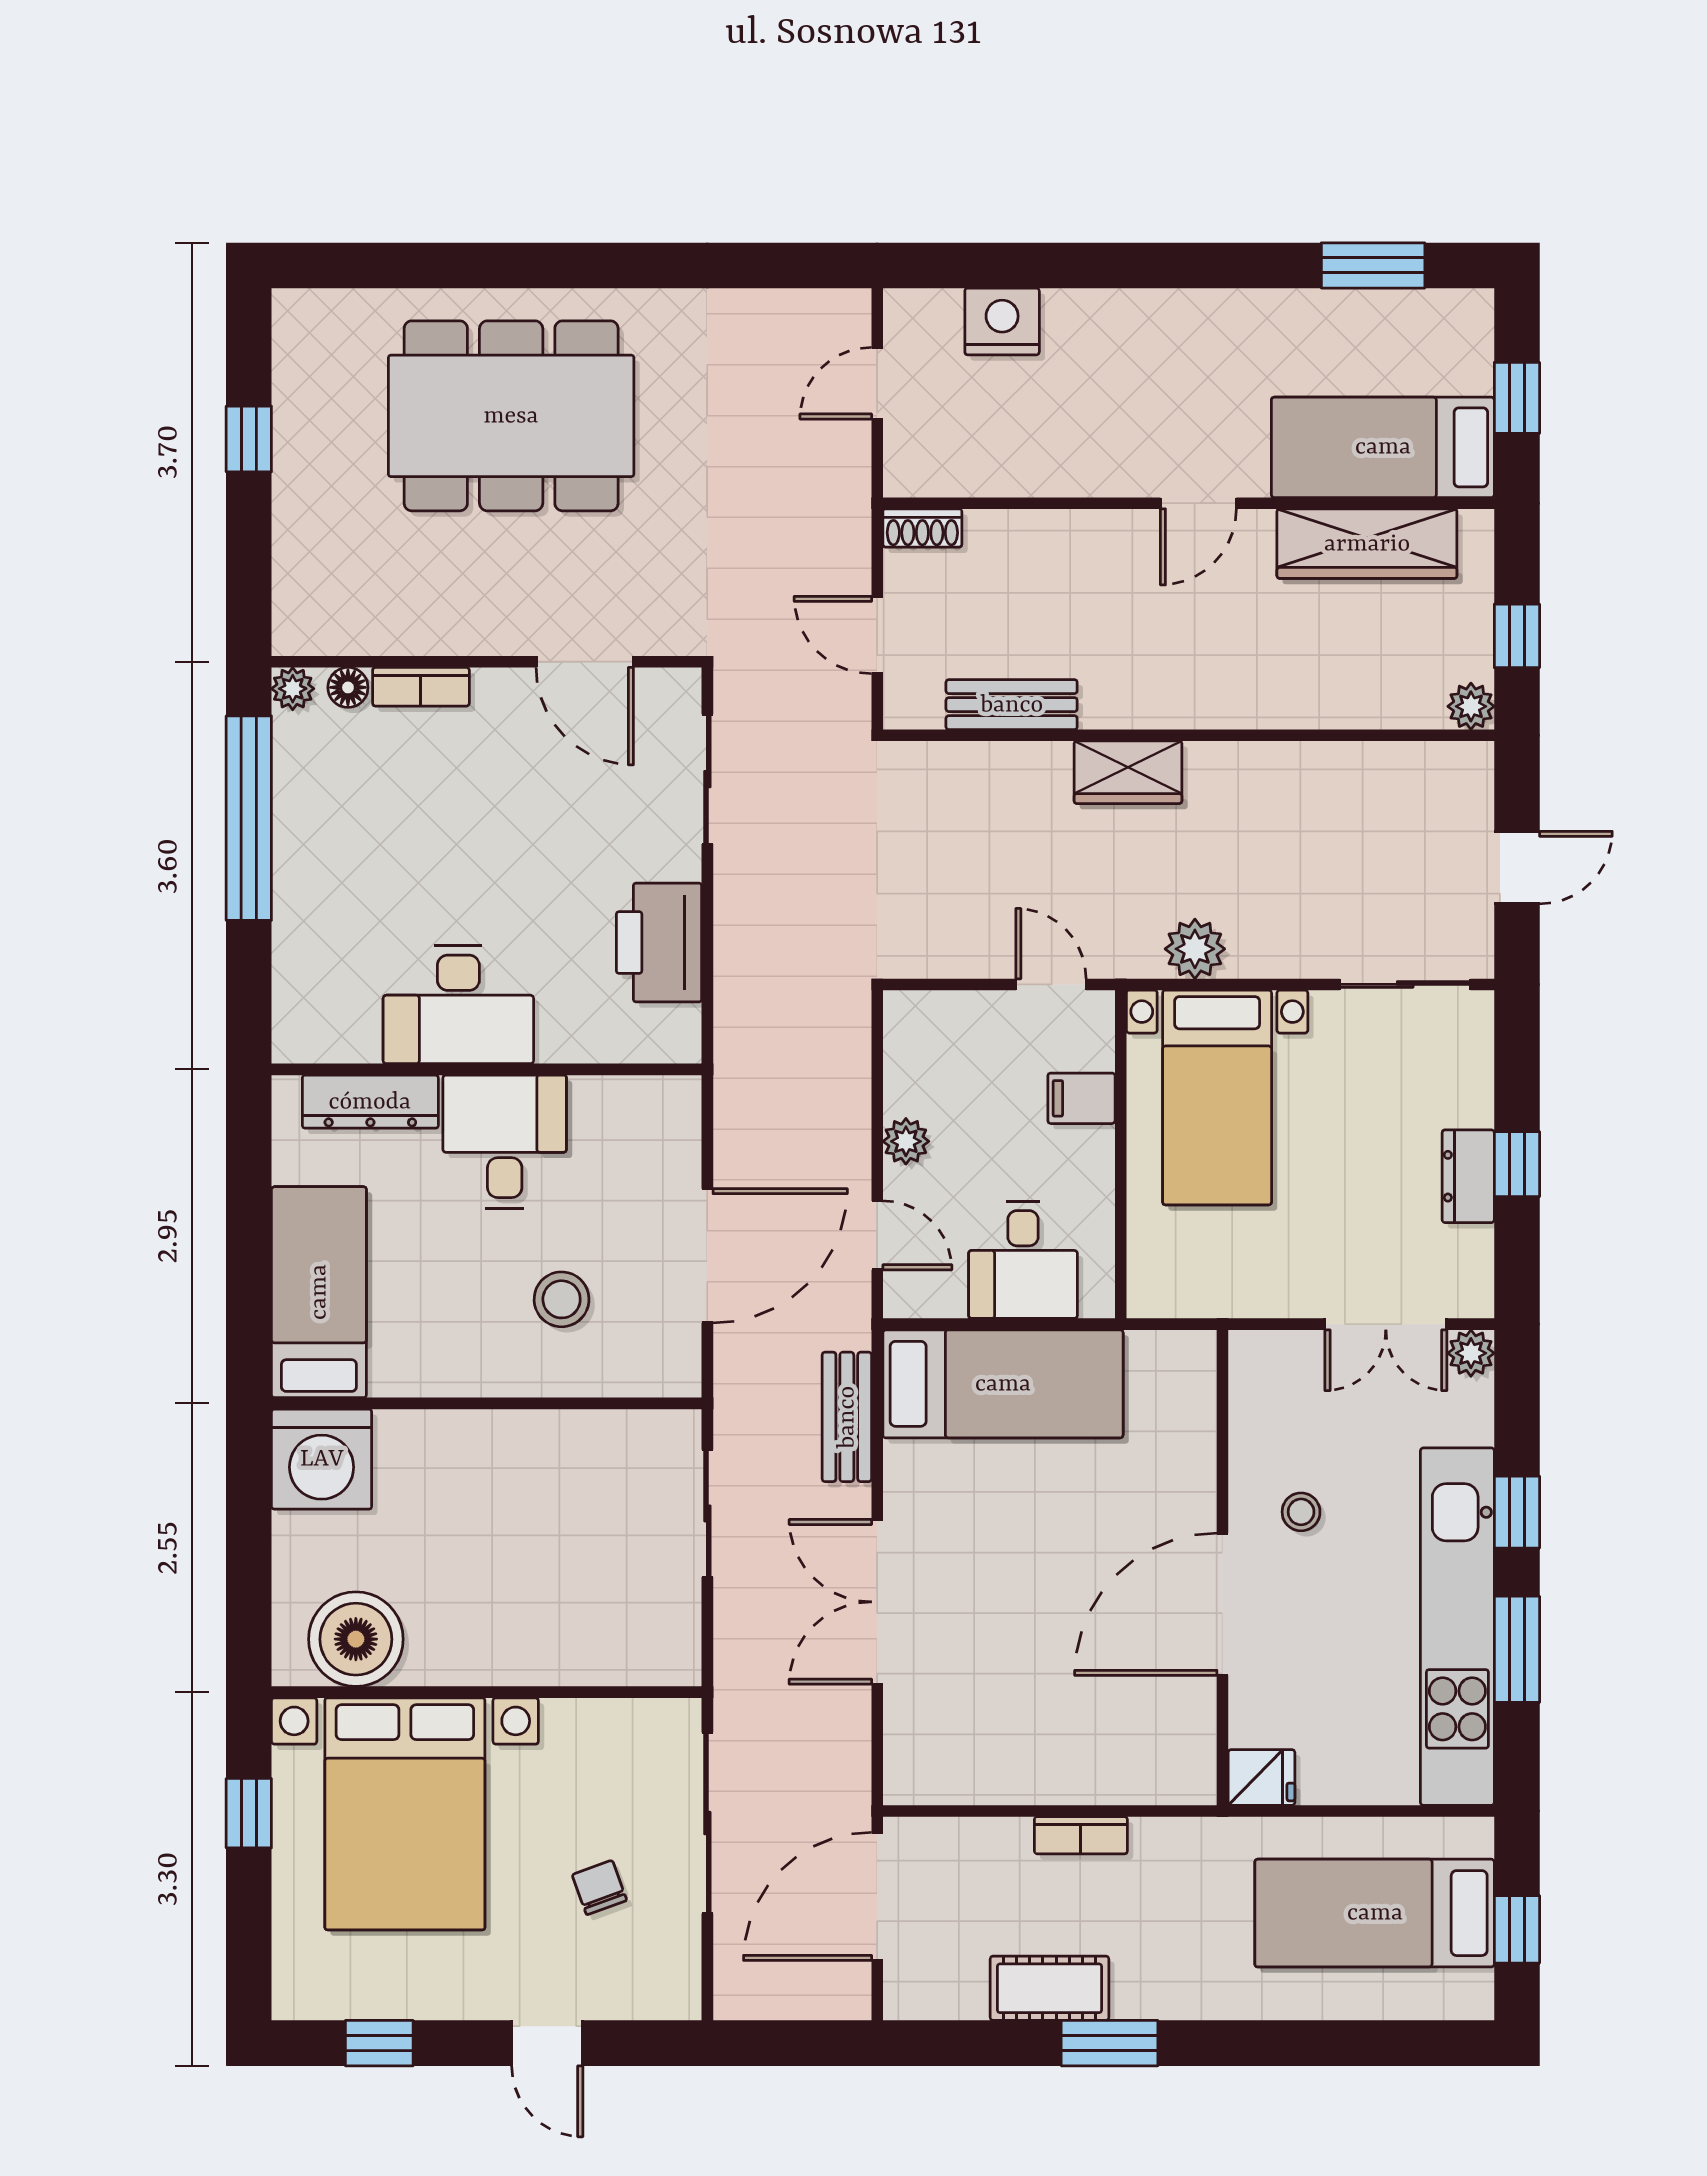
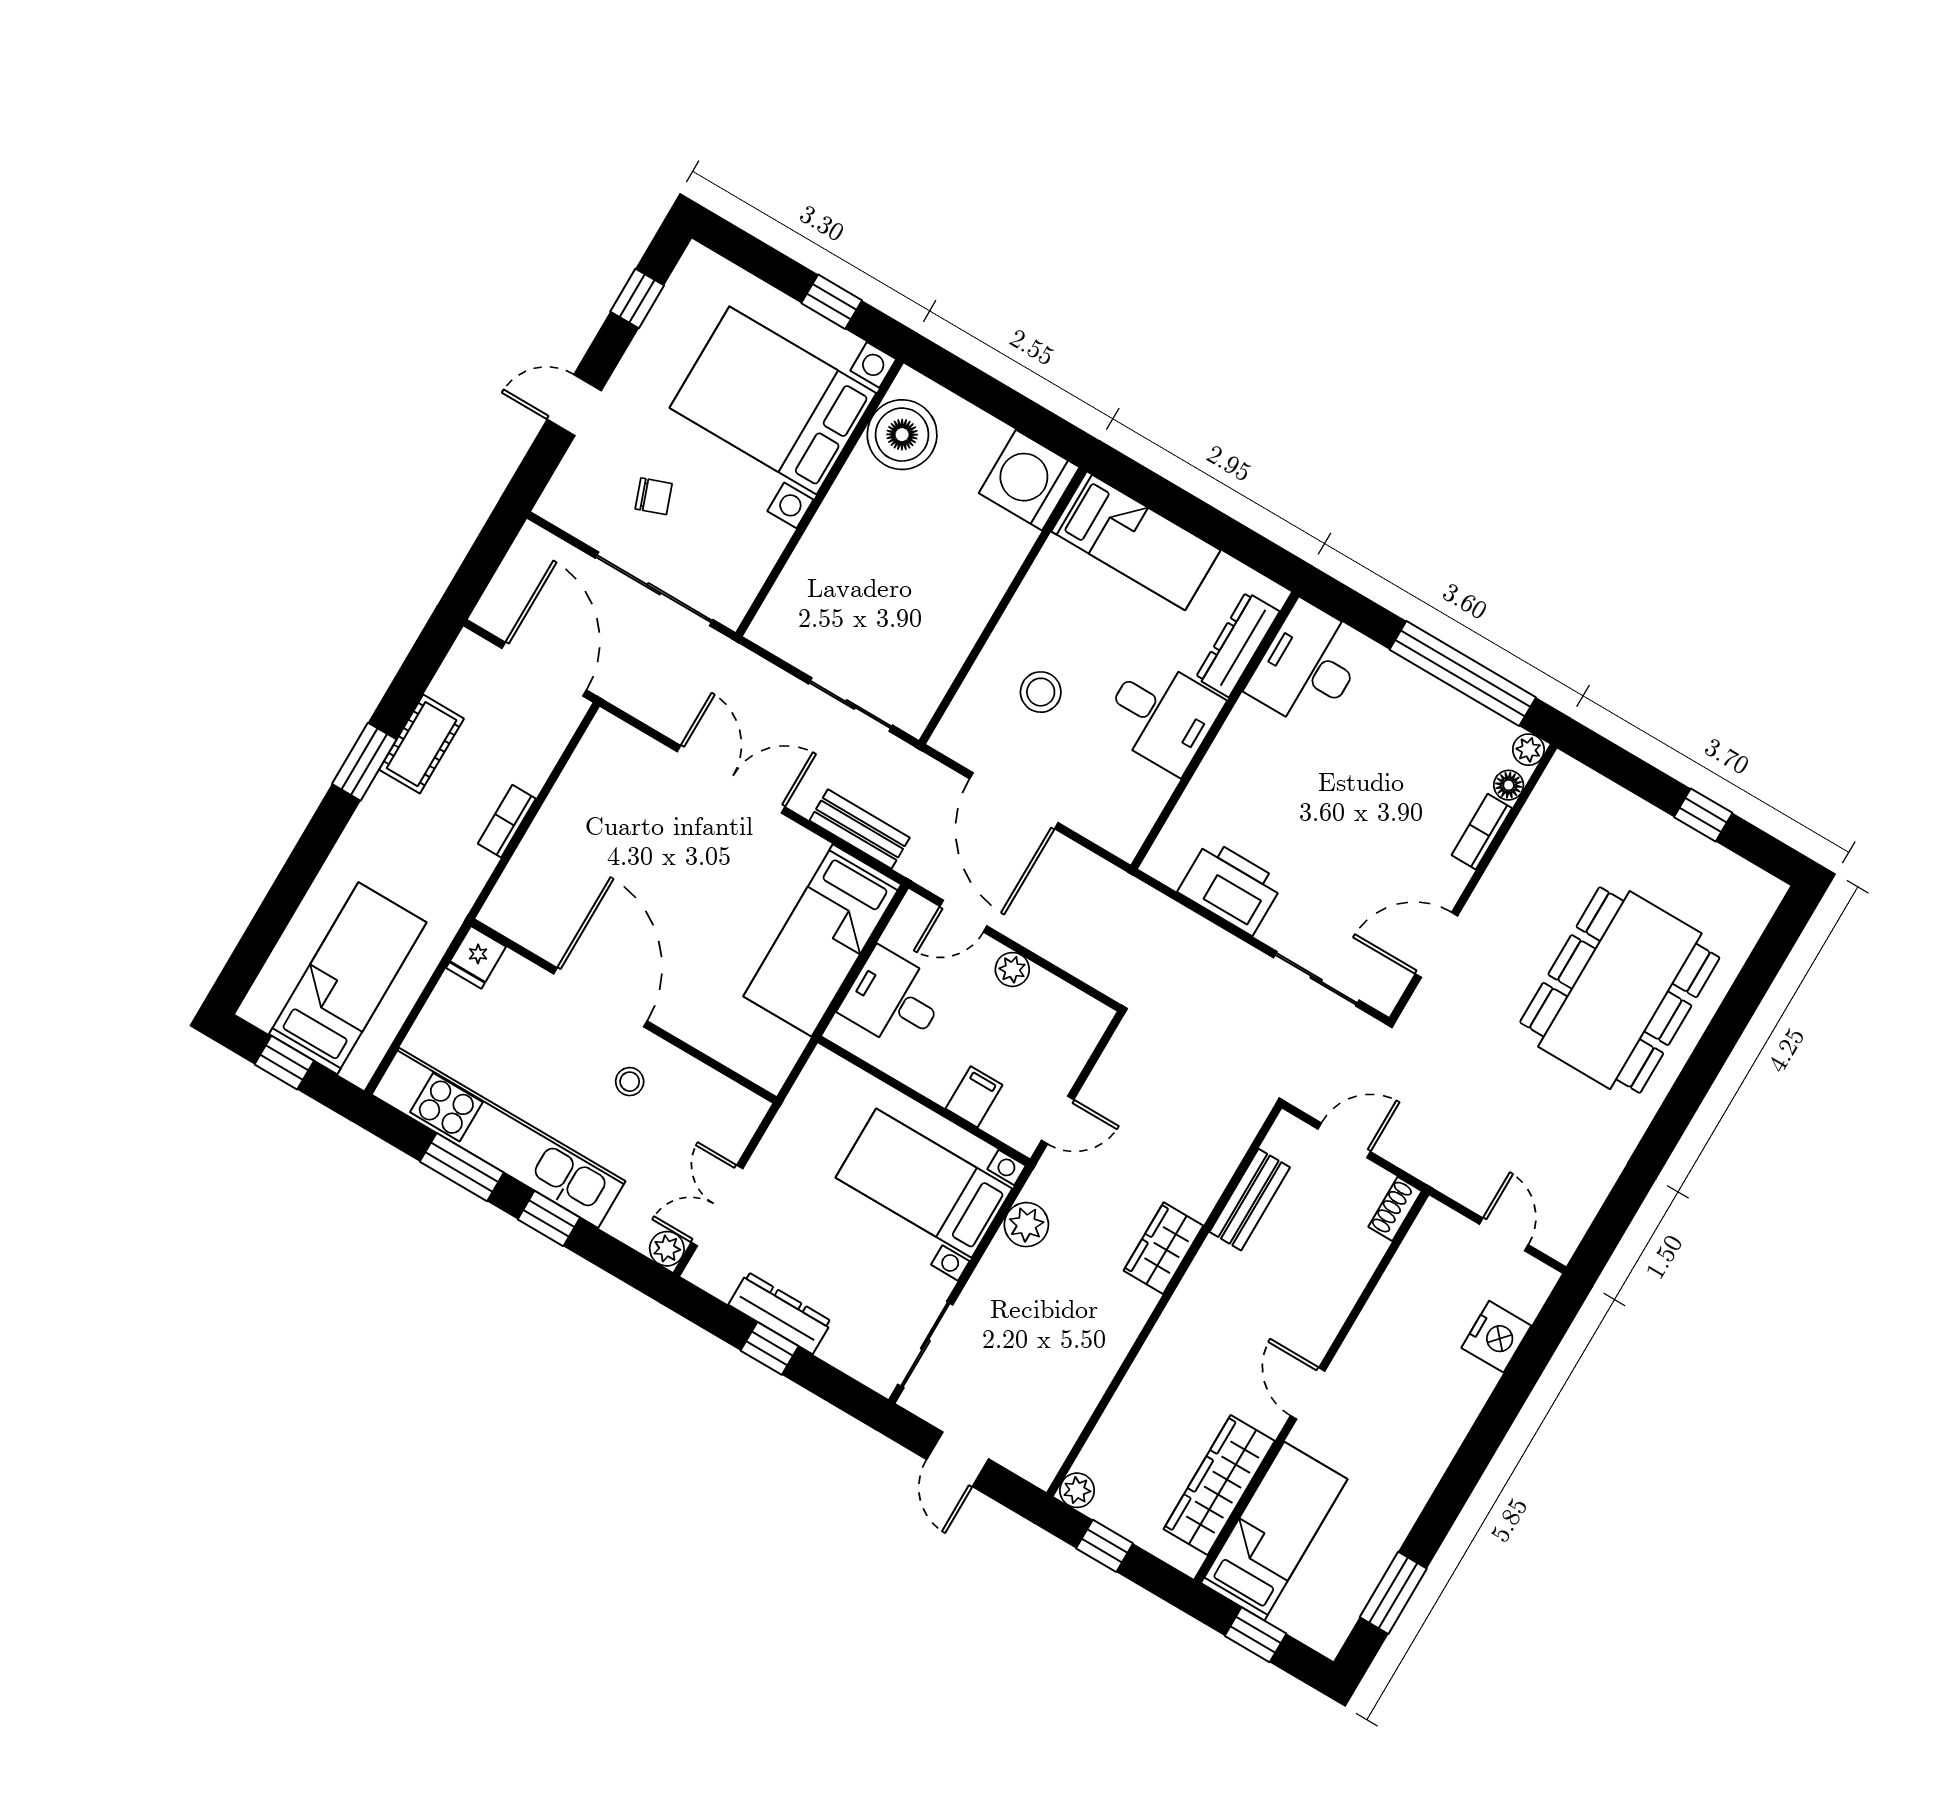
desk: (458, 1005) -> (1308, 666), moved
dresser: (1468, 1176) -> (780, 1313), width x1.44

